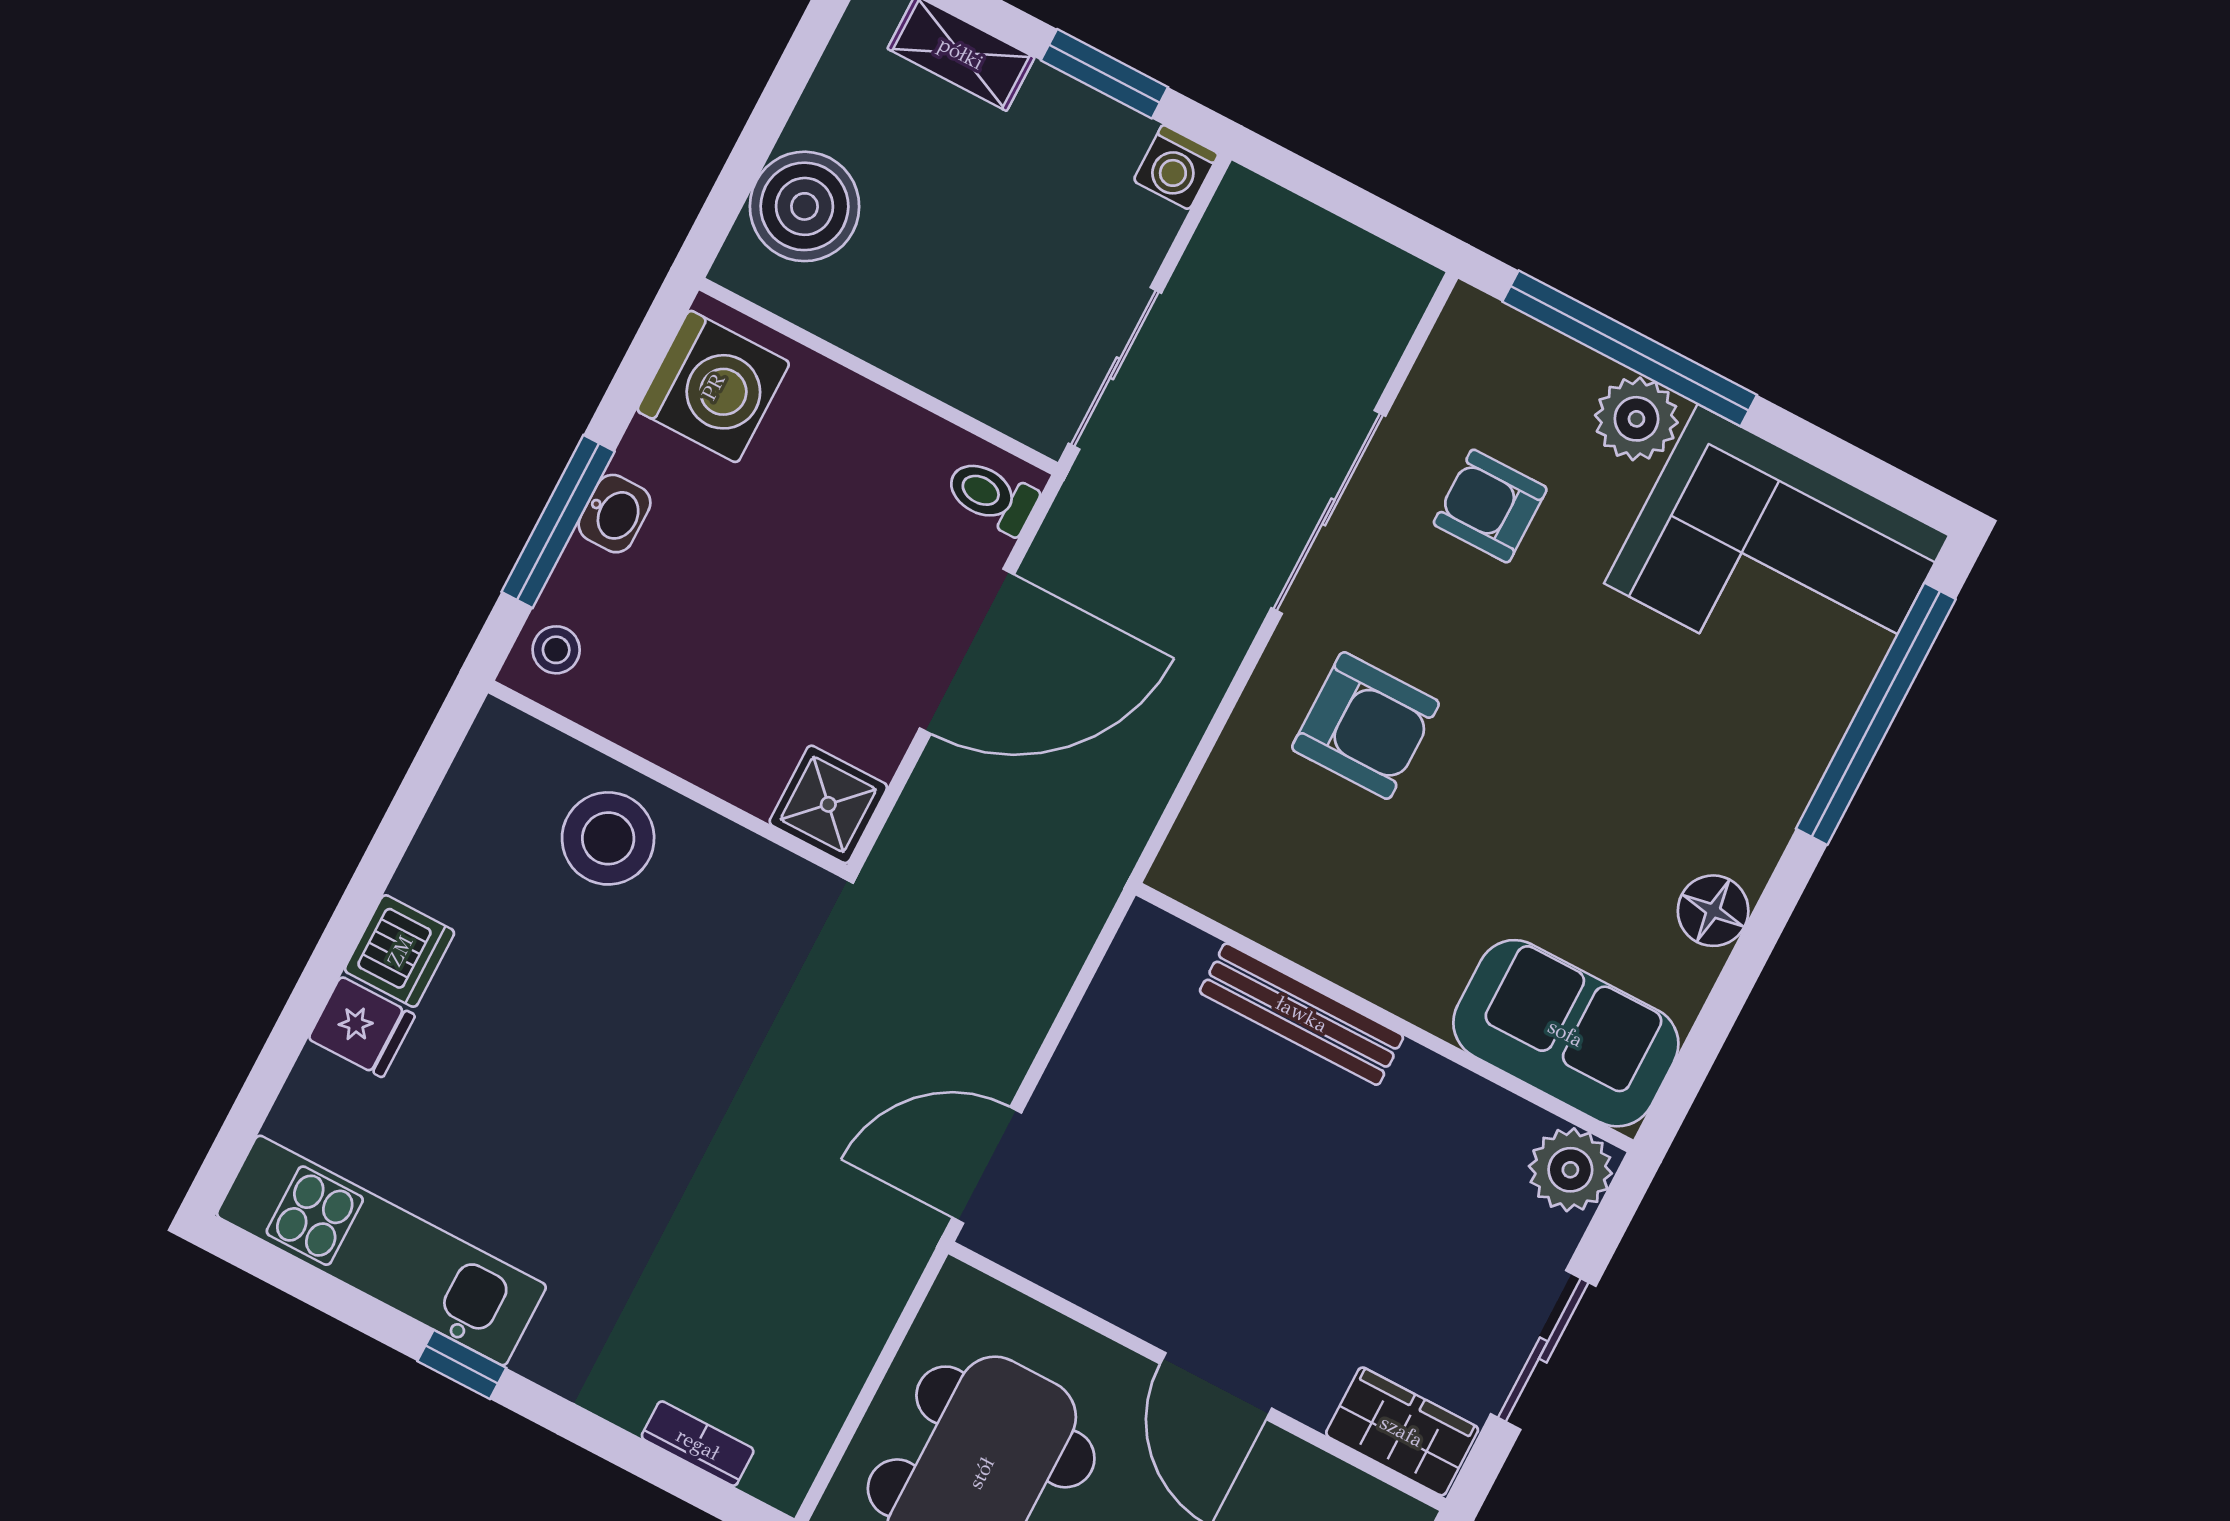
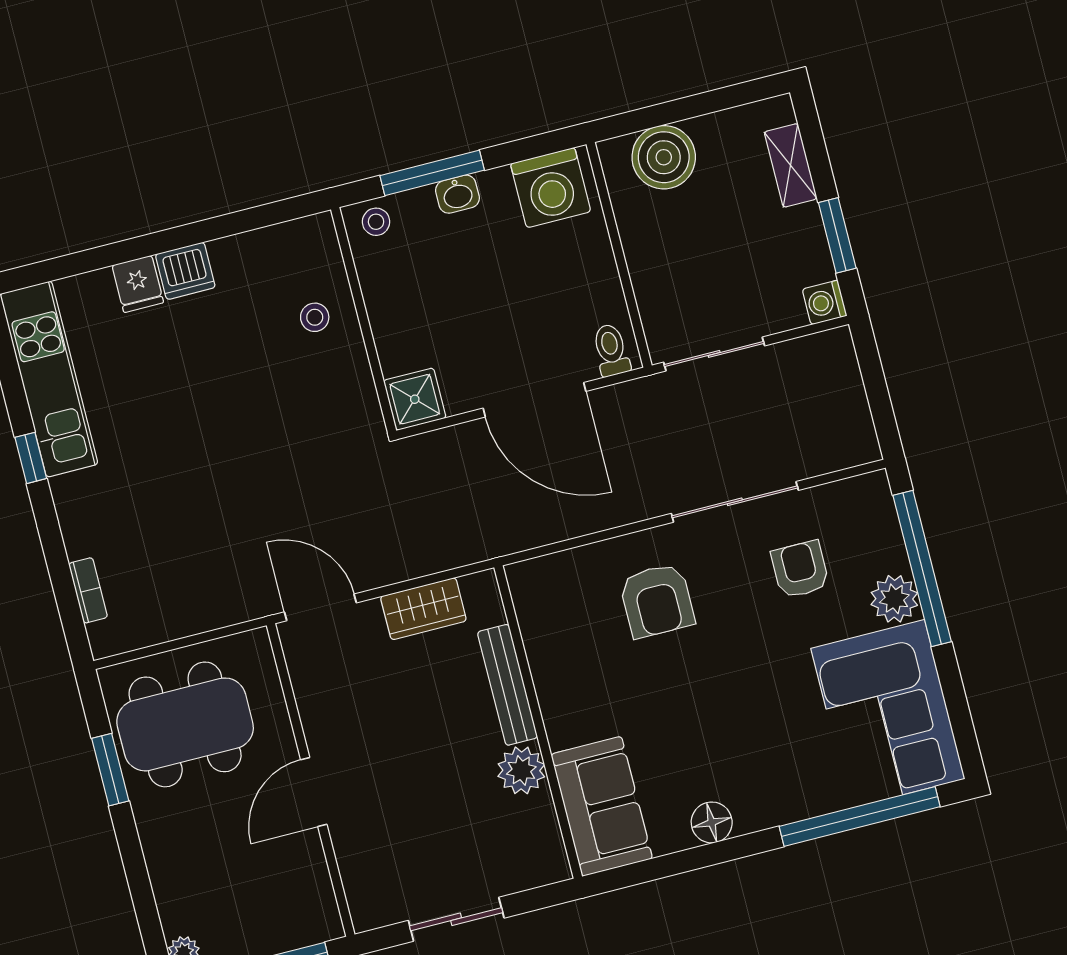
stool: (608, 838) -> (315, 317), width x0.53, depth x0.53
plant: (1570, 1170) -> (521, 770), moved
wardrobe: (1402, 1431) -> (423, 609), moved, turned 90

